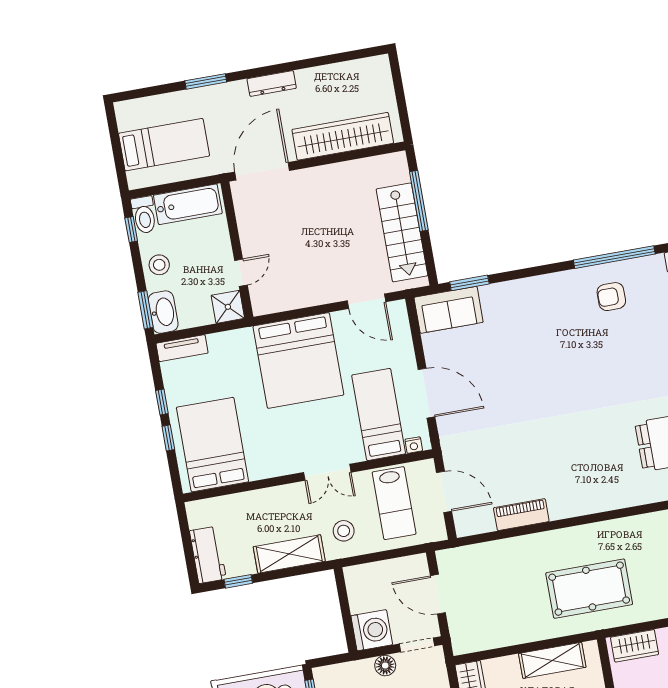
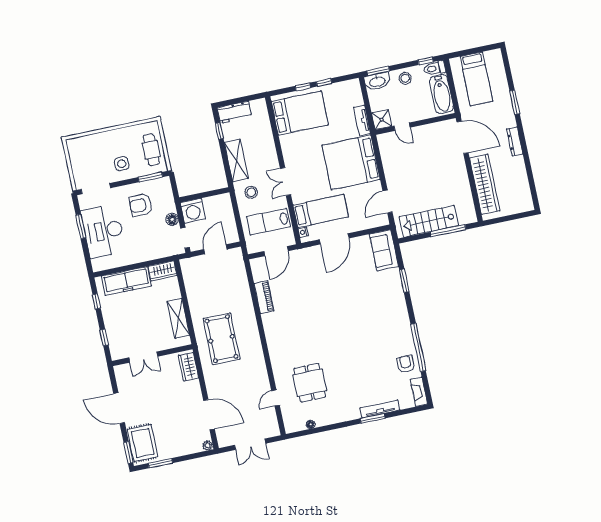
window: (469, 283) -> (404, 281), moved
armchair: (611, 297) -> (406, 364), moved
tv unit: (182, 348) -> (362, 121), moved

